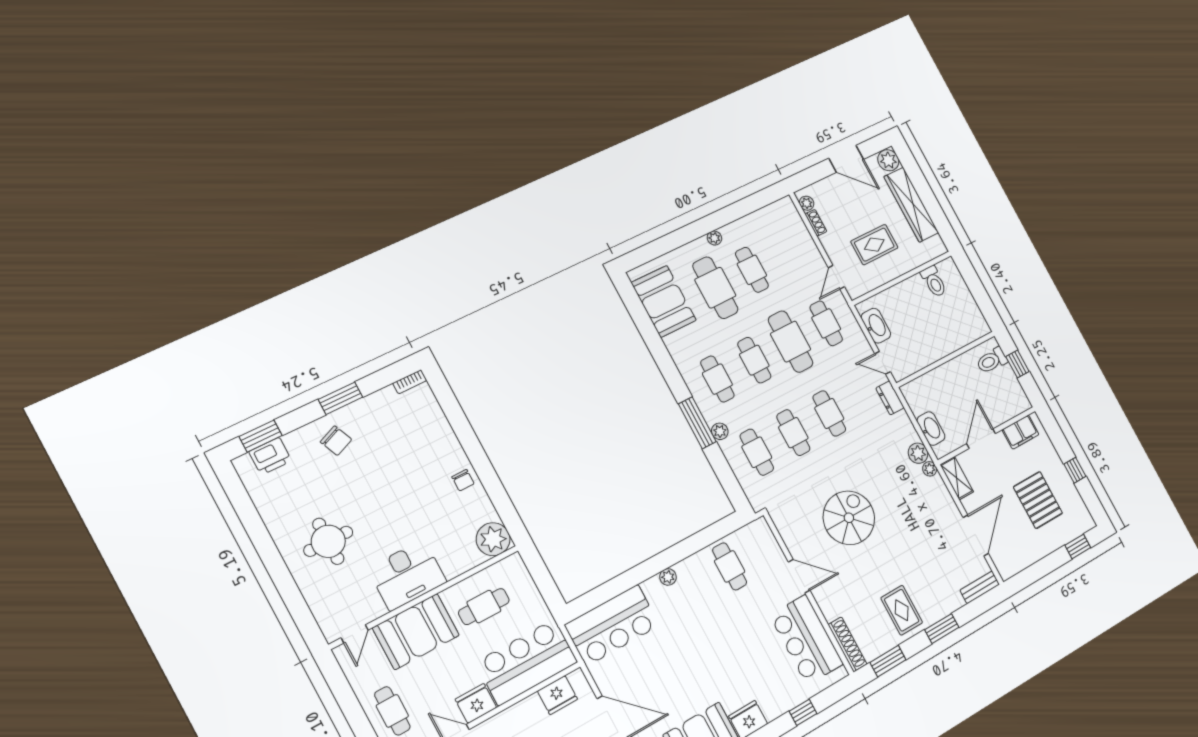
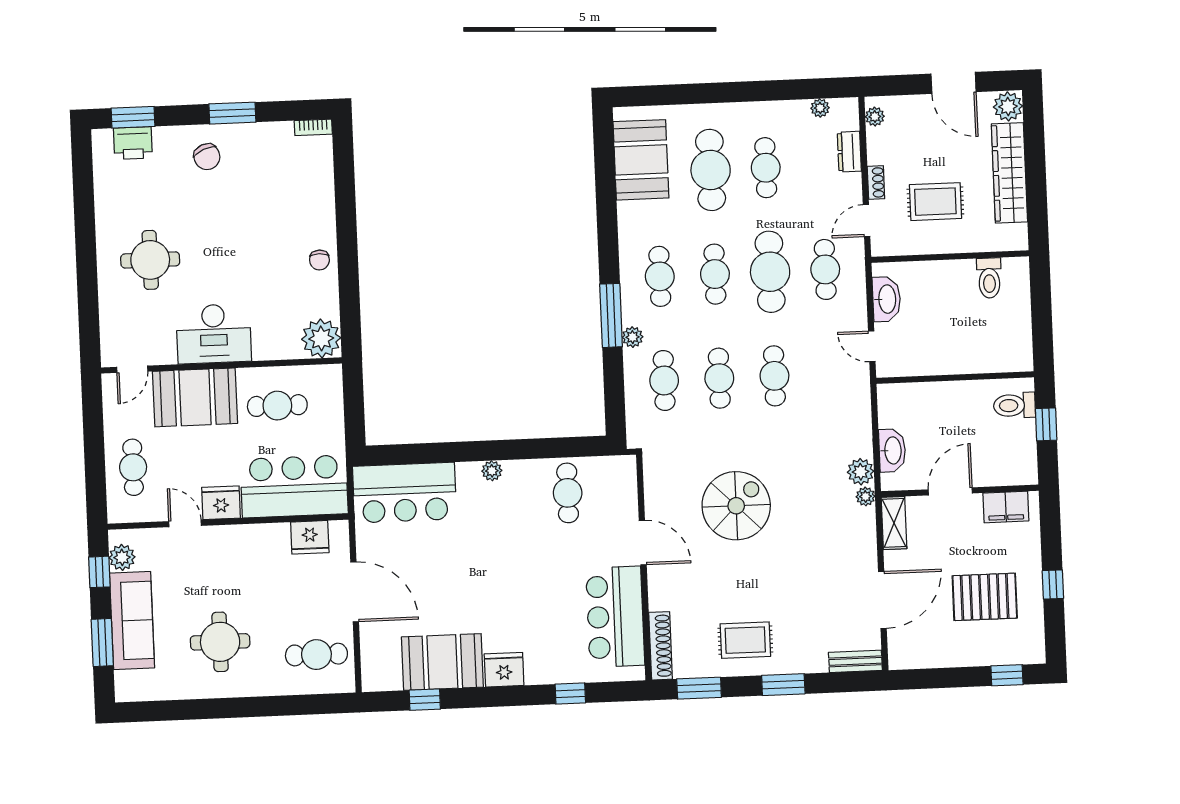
shoe rack: (816, 223) -> (876, 182), moved
plant: (714, 238) -> (820, 108), moved
dresser: (890, 398) -> (849, 152), moved
pallet: (1038, 500) -> (985, 597), turned 90
rug: (902, 610) -> (745, 640), turned 90

